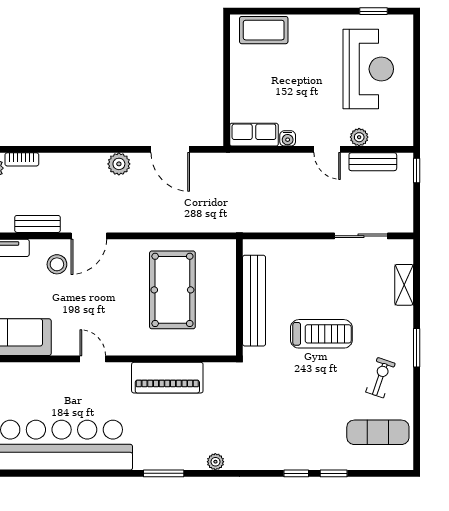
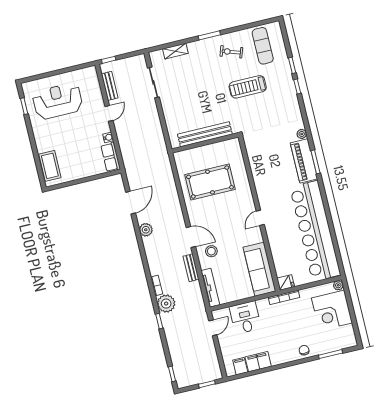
plant: (359, 137) -> (98, 97), removed
treadmill: (321, 334) -> (248, 87), moved, turned -90
piano: (167, 378) -> (304, 161), moved, turned 180

